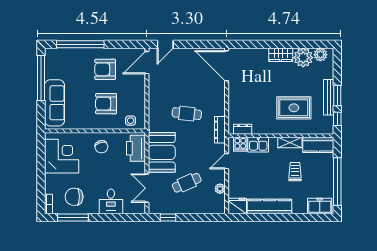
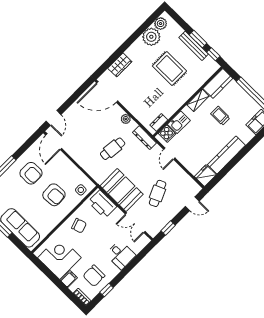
wardrobe: (281, 55) -> (120, 65), moved
armchair: (105, 69) -> (31, 173), turned -90
armchair: (106, 104) -> (54, 195), turned -94
rug: (294, 108) -> (169, 69), moved, turned 90
filing cabinet: (52, 180) -> (69, 279), added
plant: (220, 189) -> (126, 119), moved
window: (73, 218) -> (107, 290), width x0.46
door: (205, 218) -> (192, 204), added

